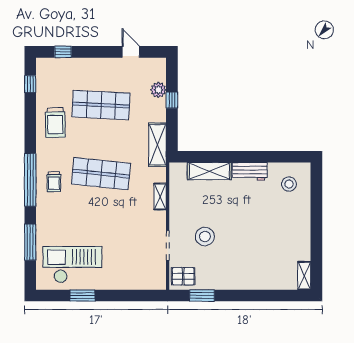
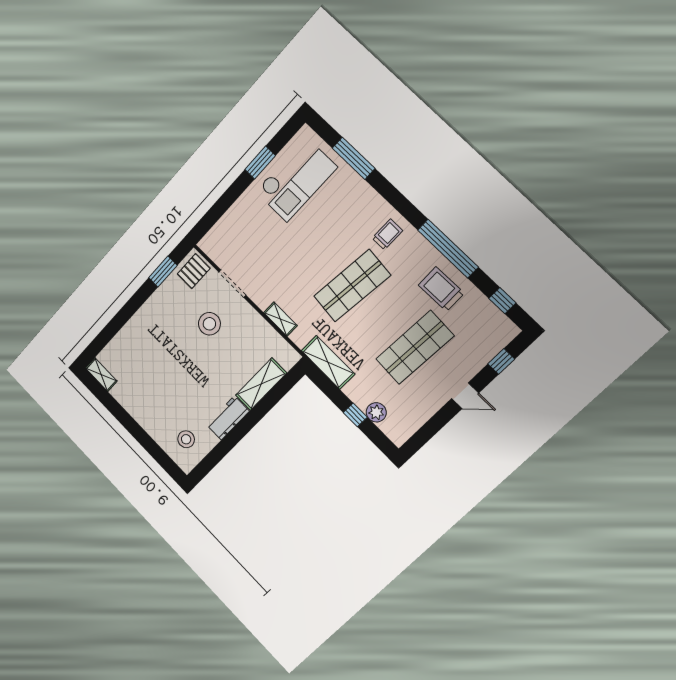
door: (131, 52) -> (465, 396), moved
window: (30, 180) -> (448, 249), moved
trolley: (54, 182) -> (387, 234), turned 90

